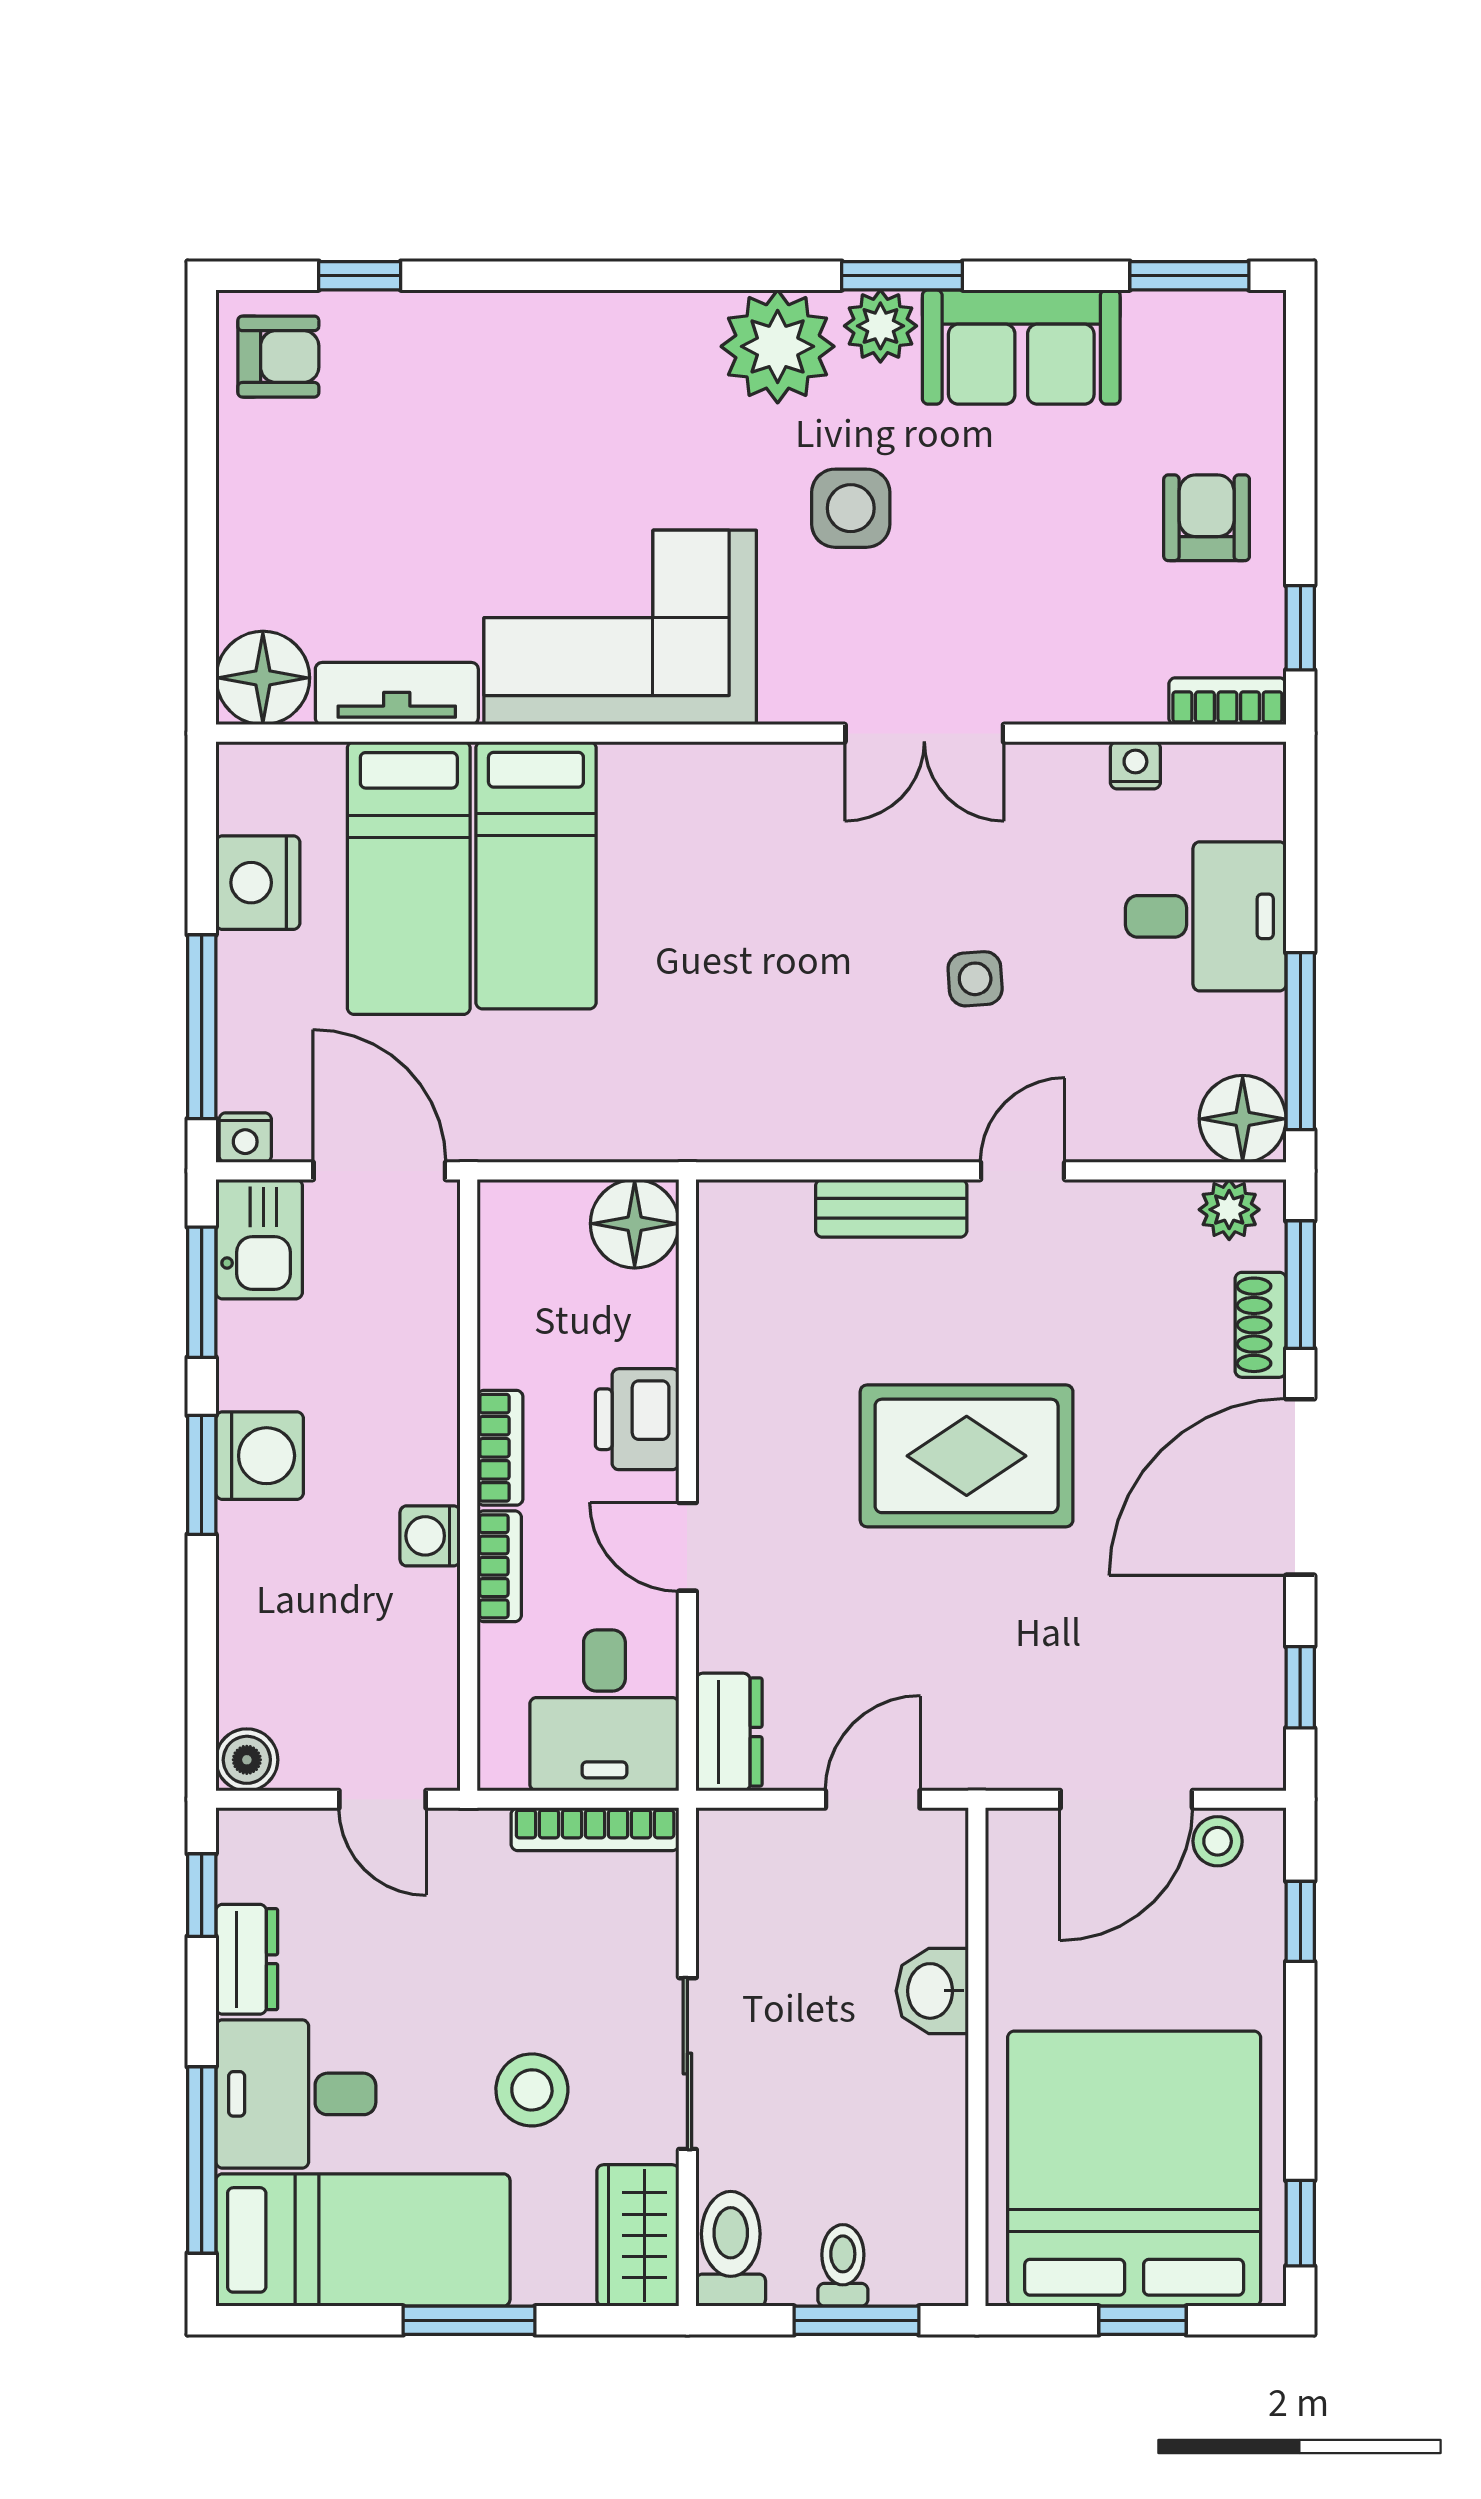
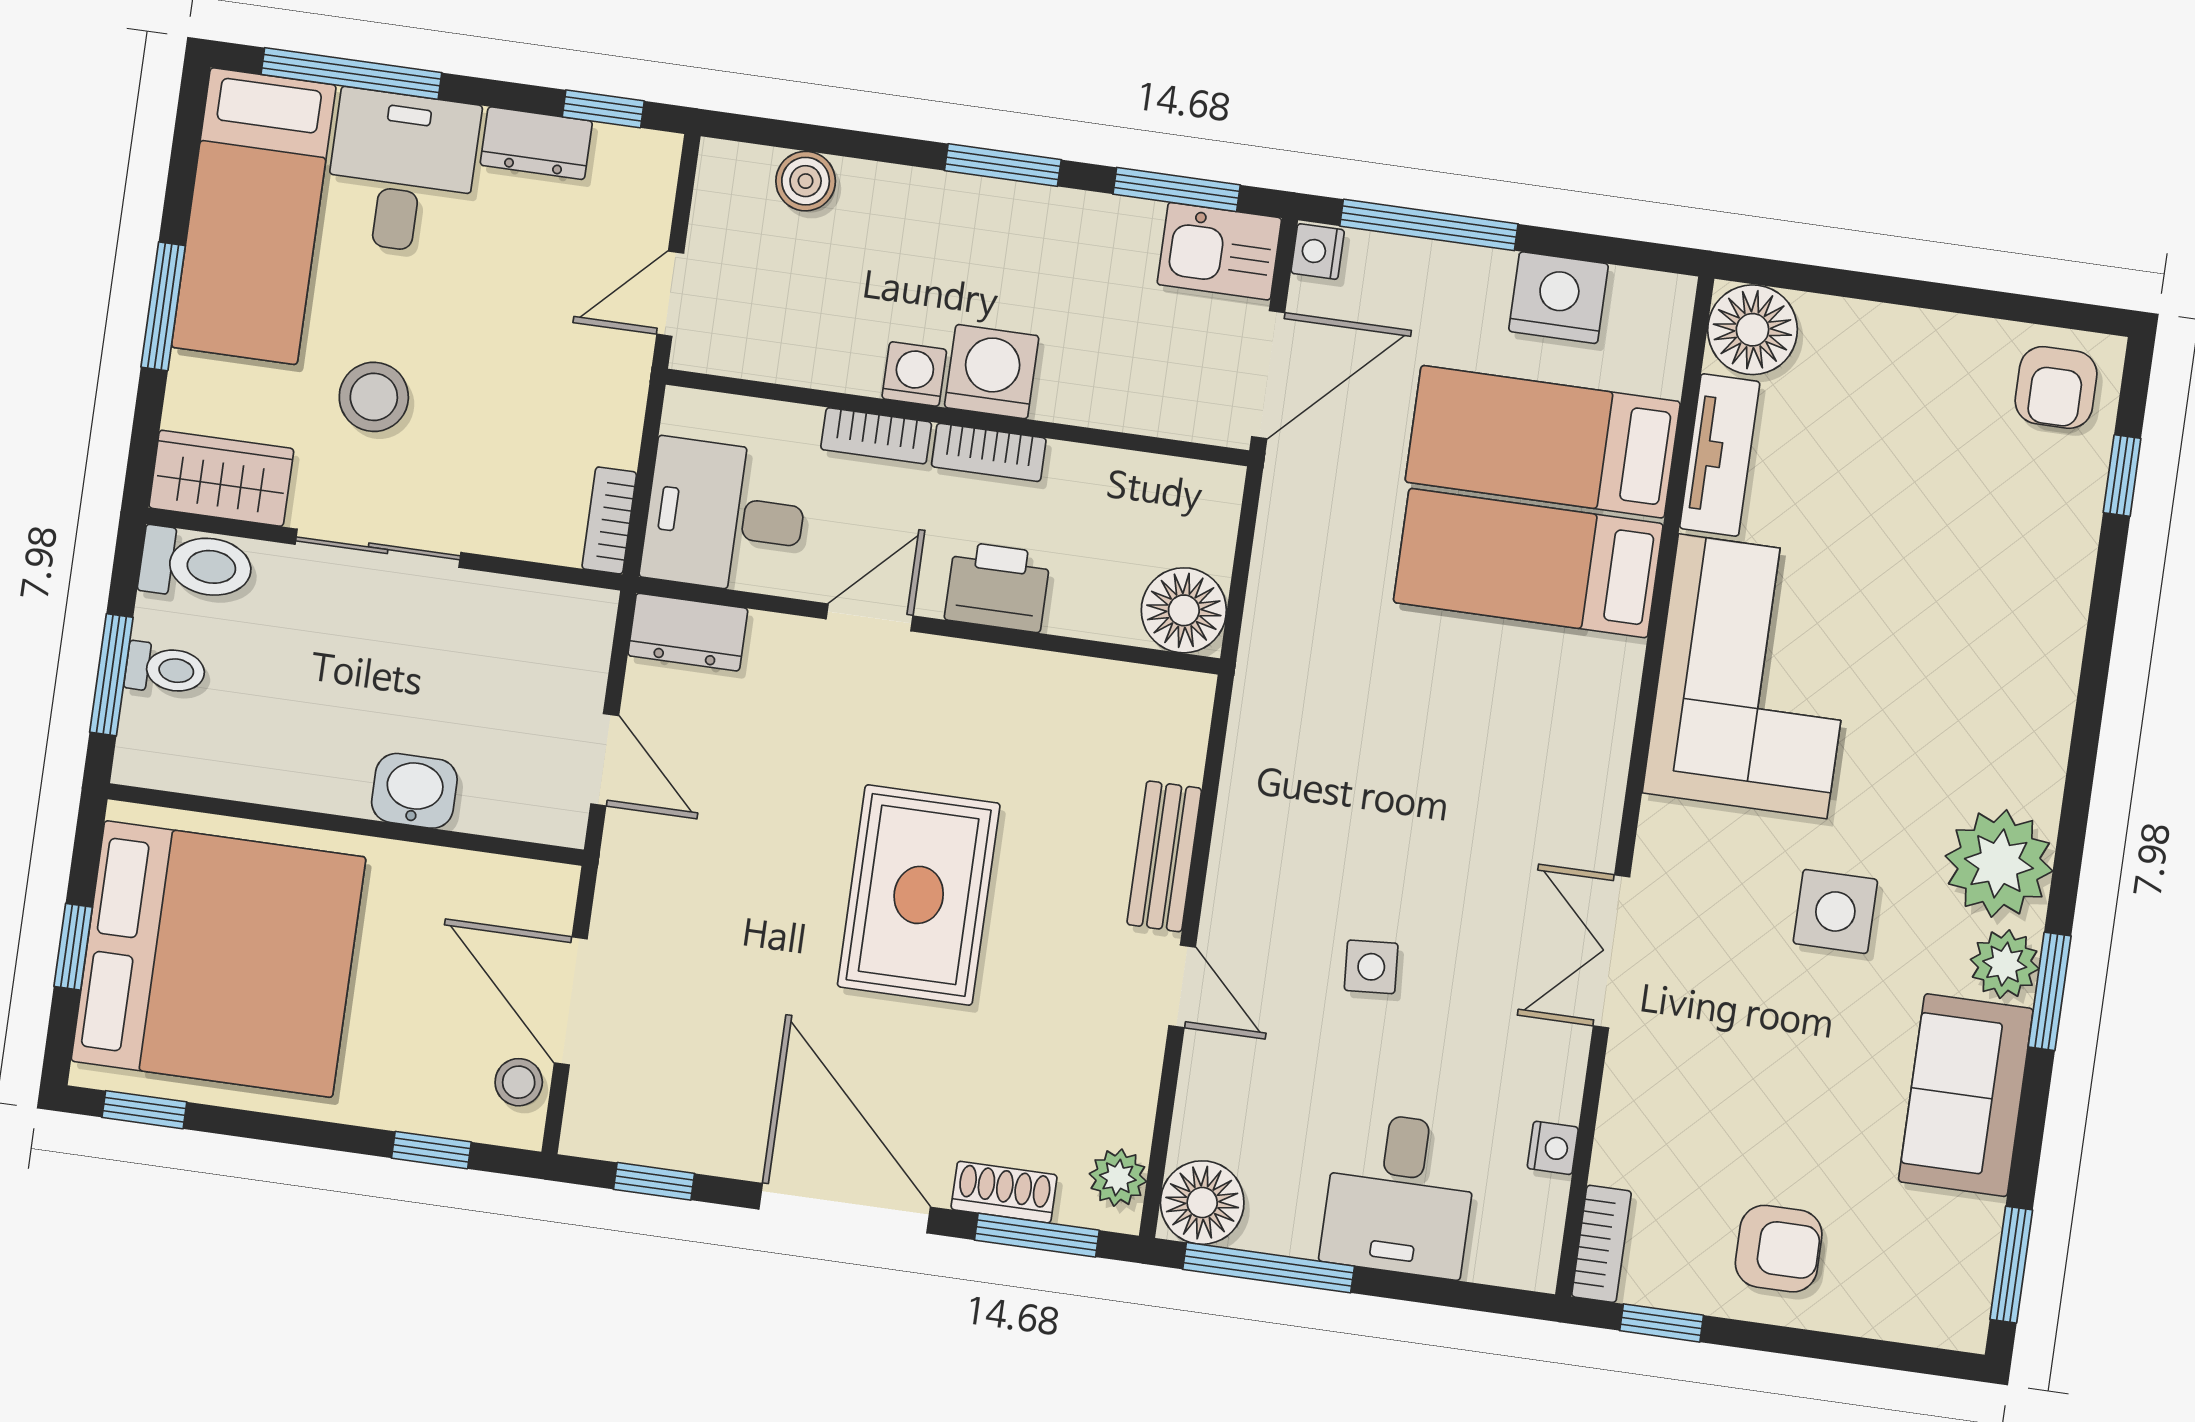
washing machine: (260, 1456) -> (992, 372), moved, turned 180
boiler: (247, 1760) -> (806, 181), moved
bookcase: (595, 1829) -> (609, 520), width x0.64

